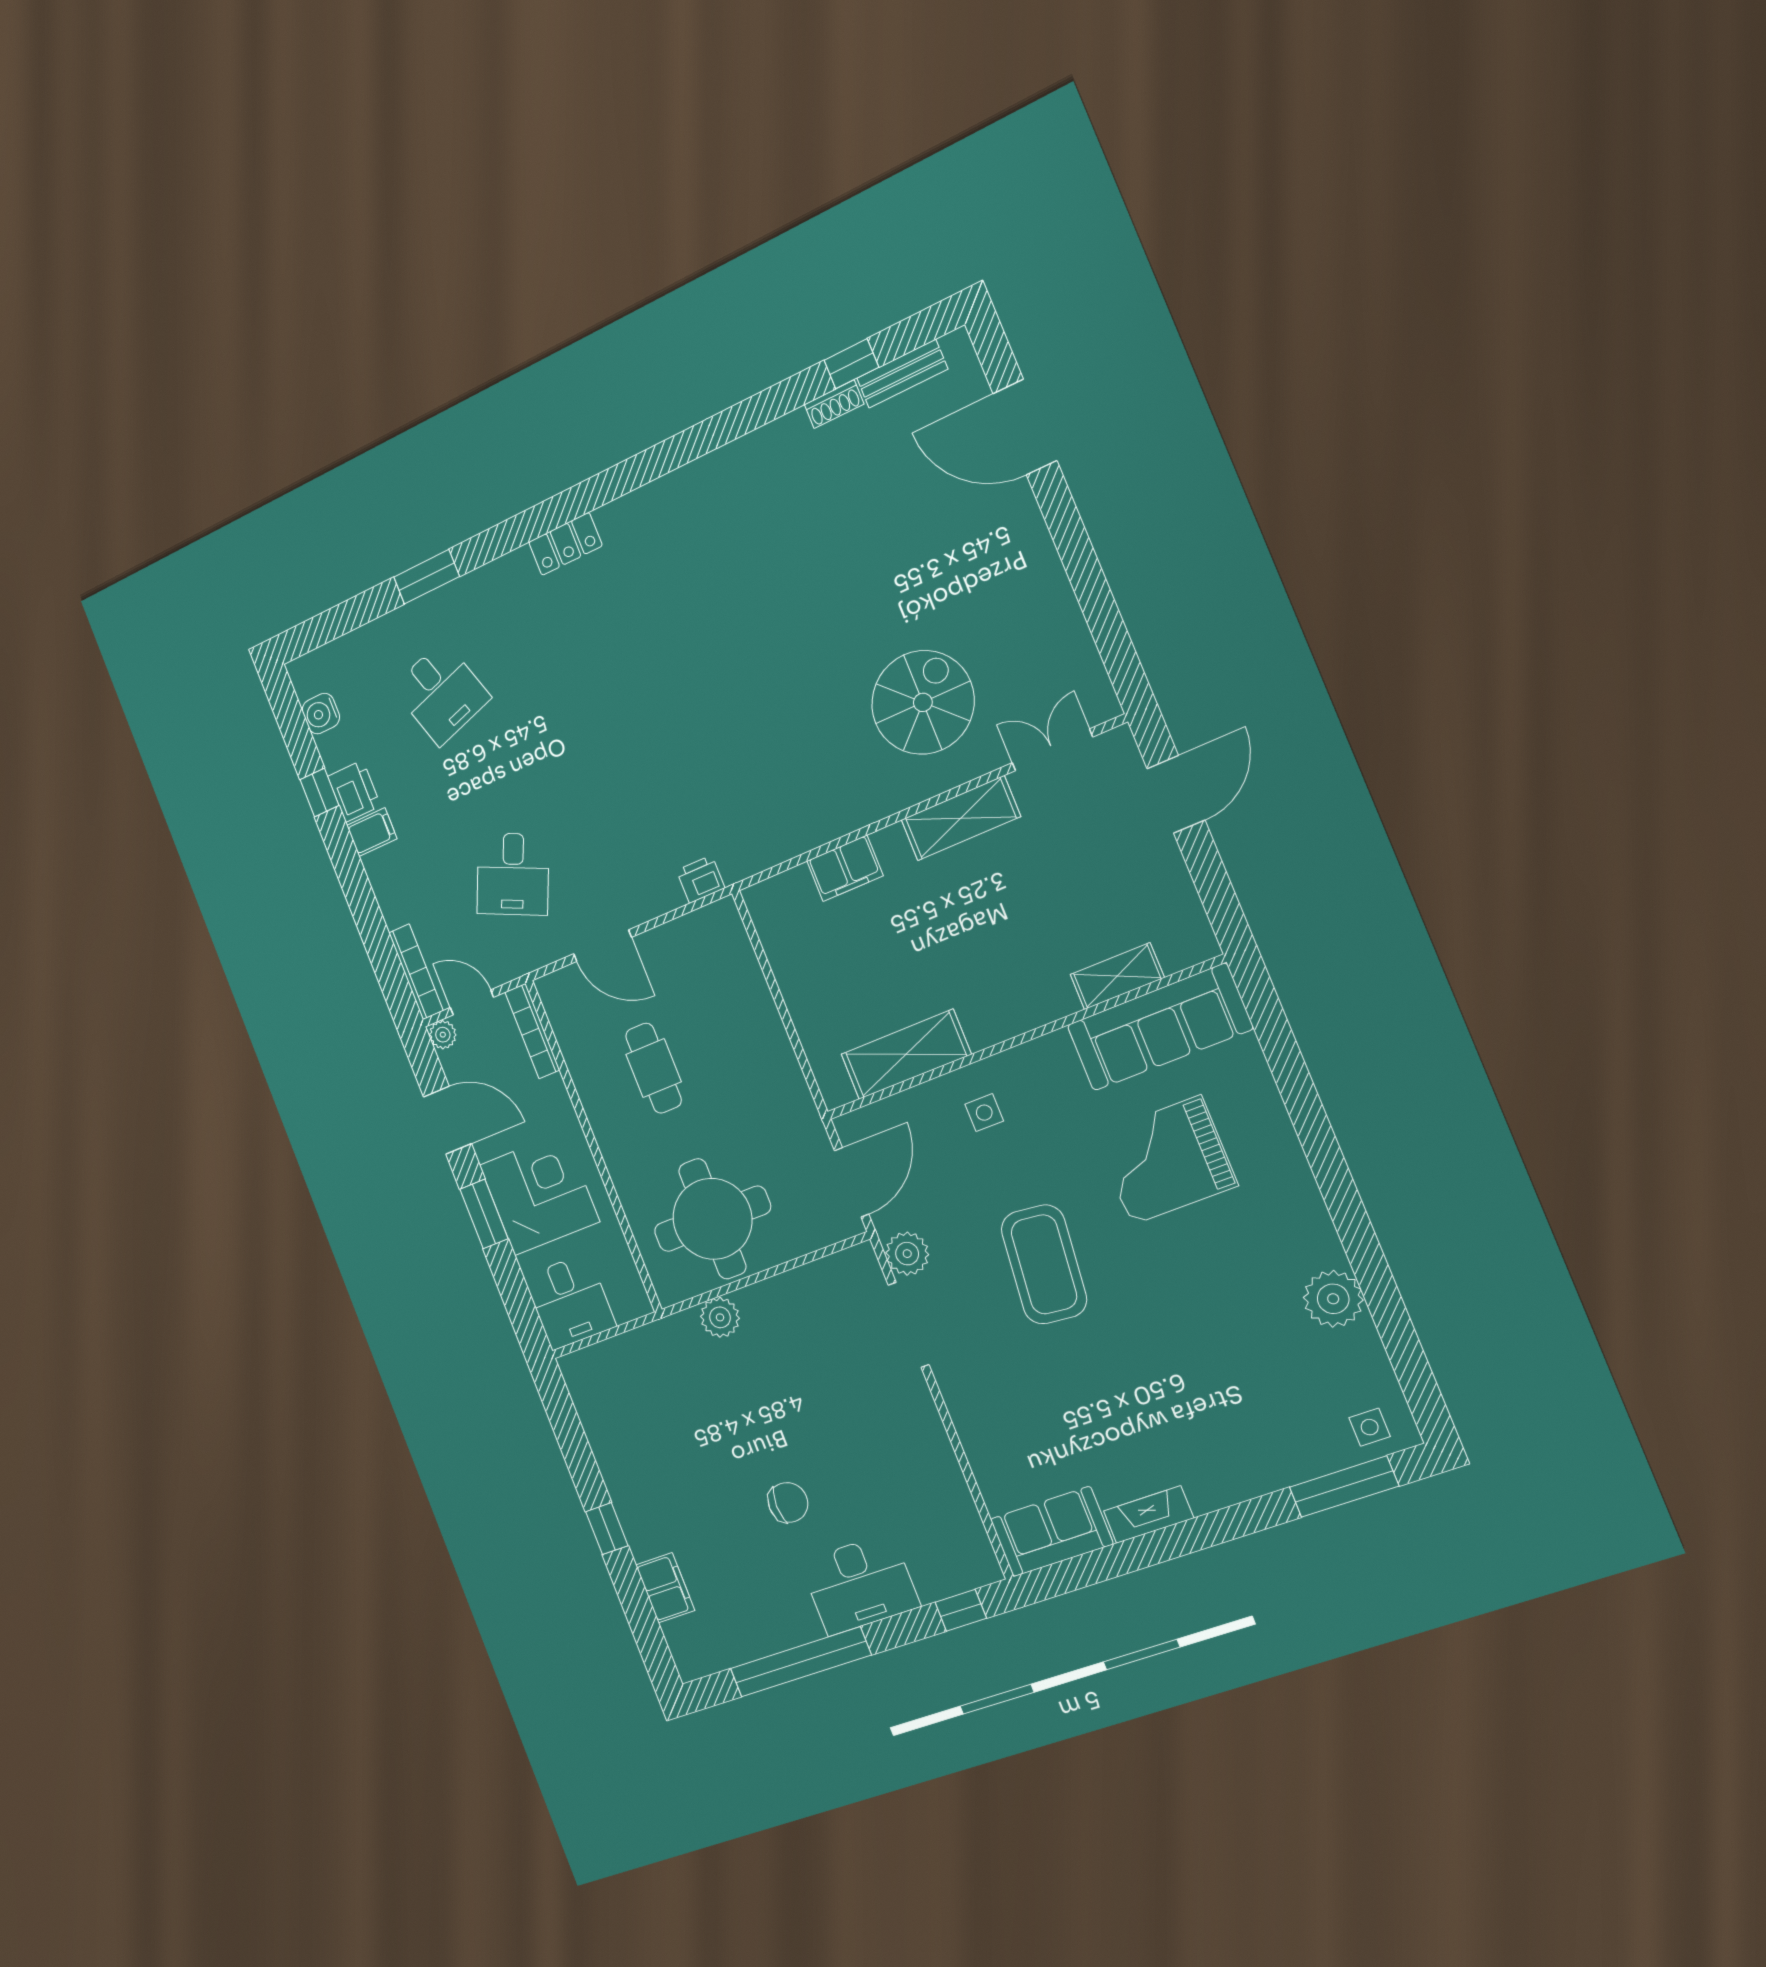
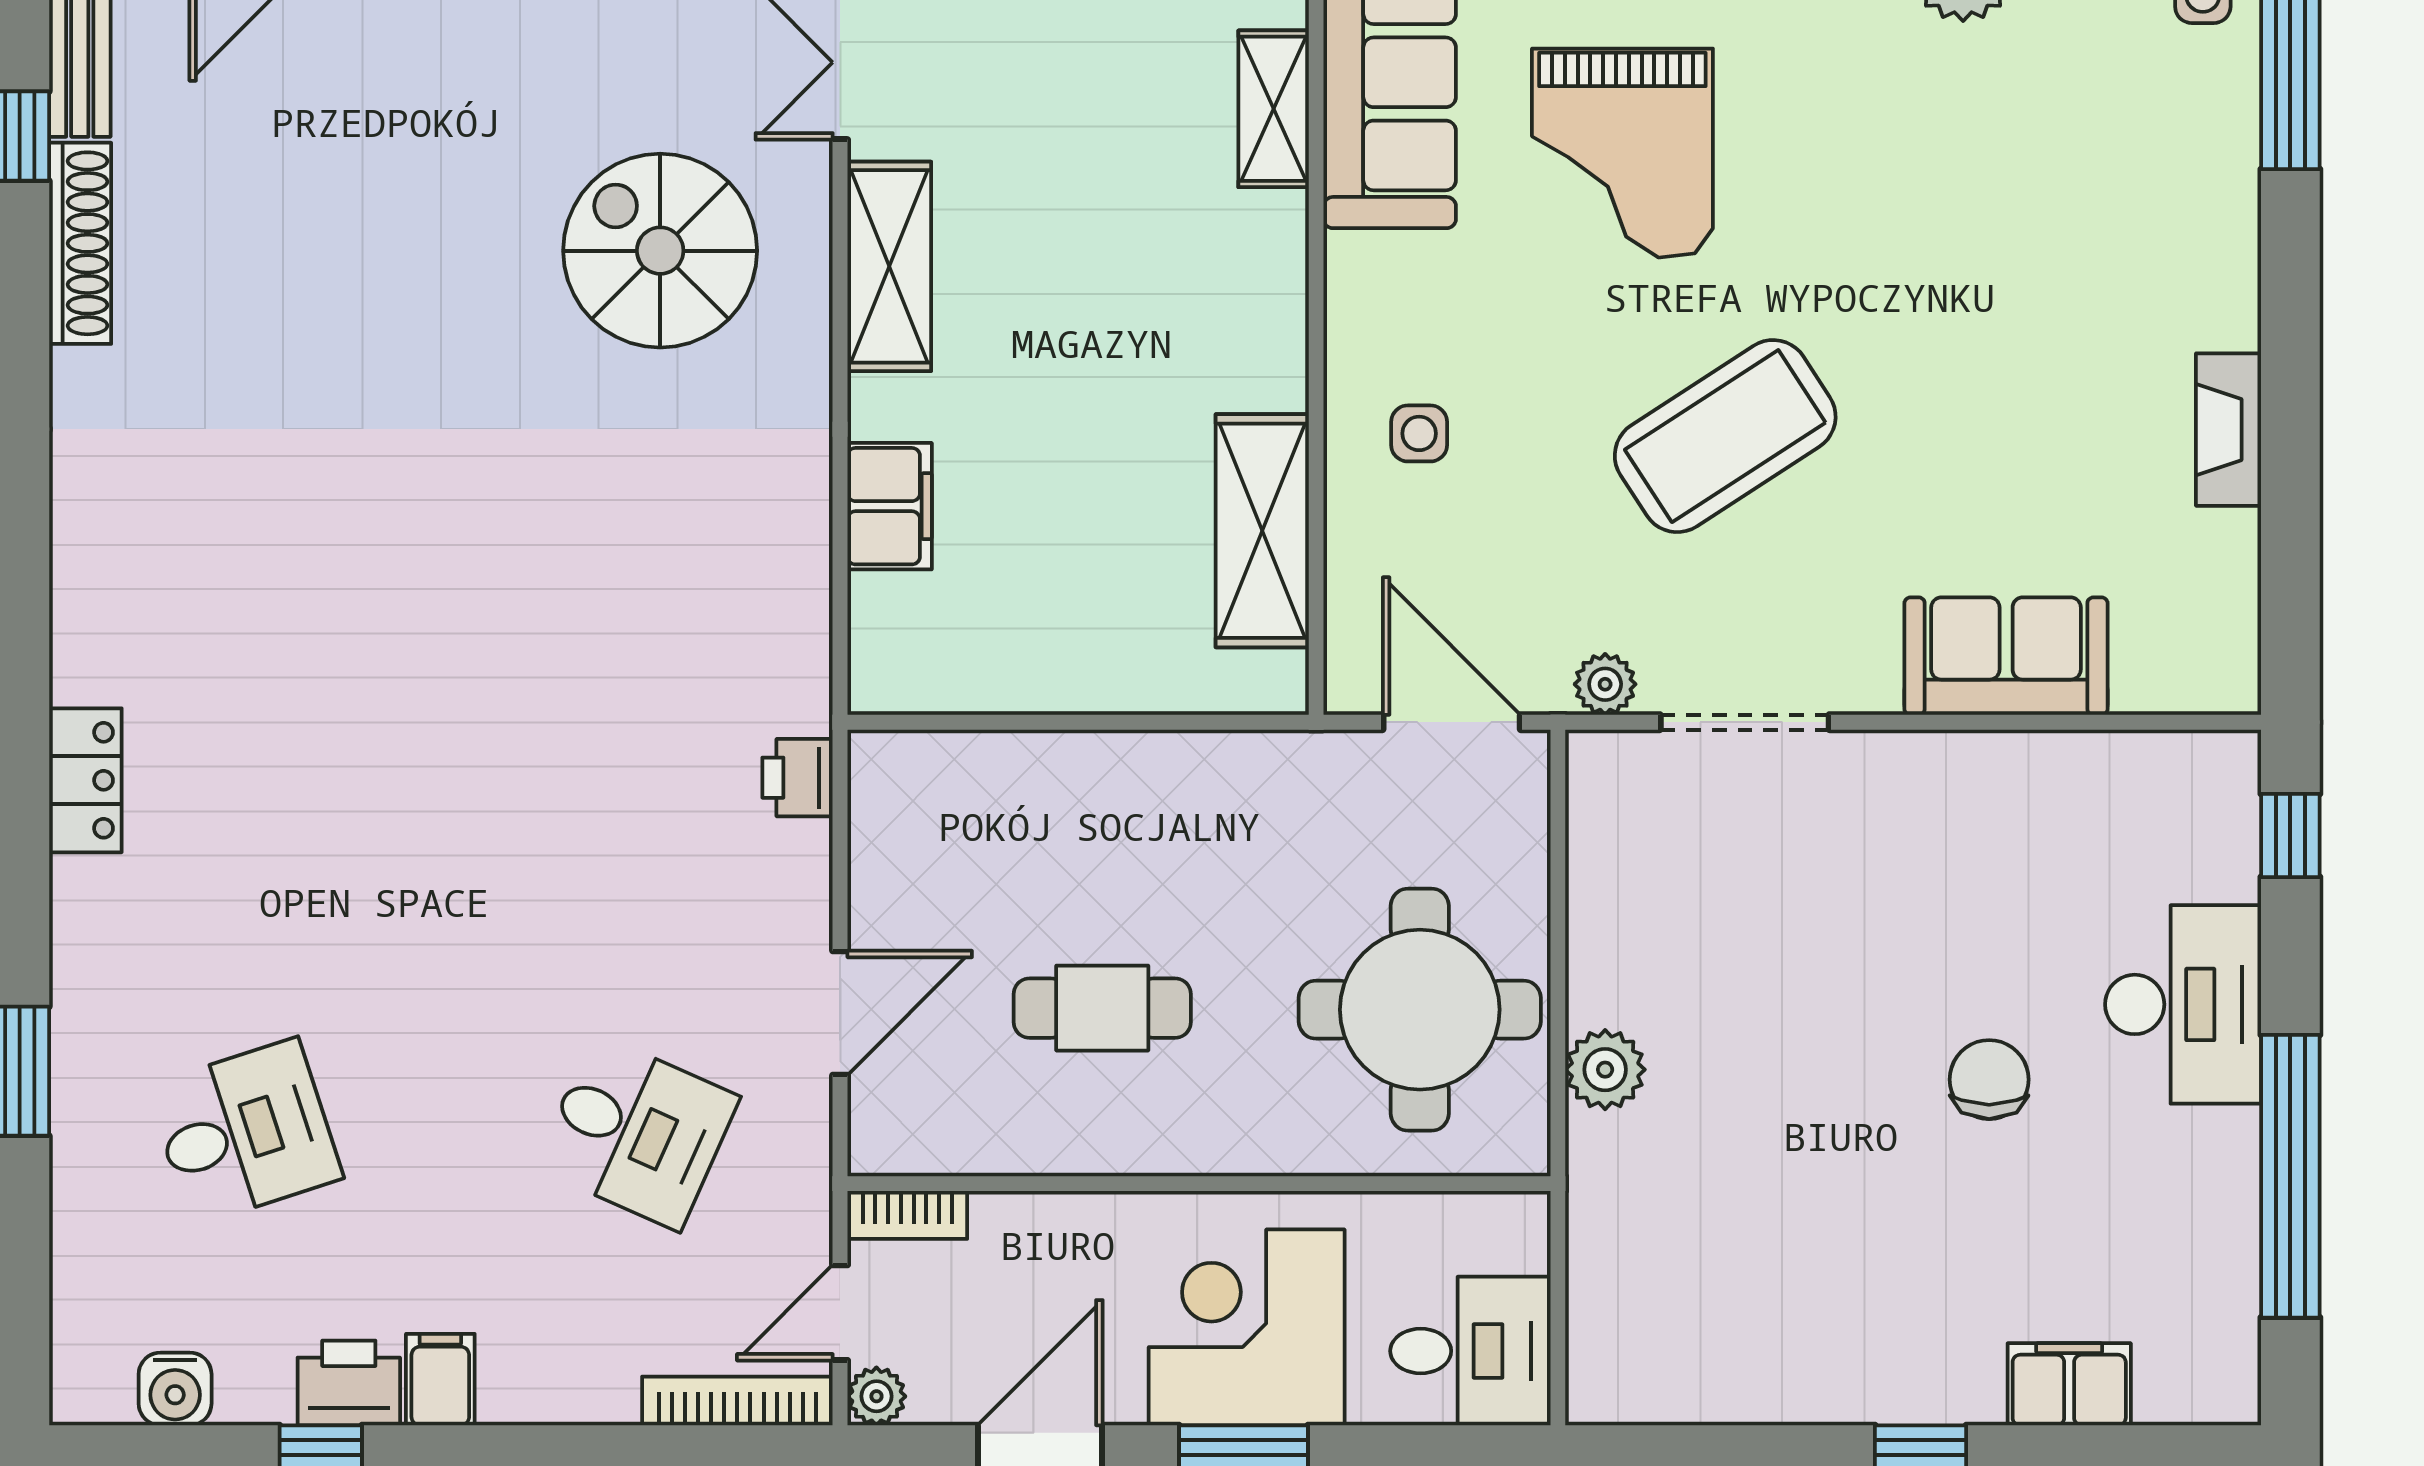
shoe rack: (834, 404) -> (80, 243), width x1.94, depth x1.24
bookcase: (532, 1031) -> (907, 1215), width x0.64
plant: (907, 1254) -> (1605, 684), width x0.73, depth x0.73
coffee table: (1044, 1264) -> (1725, 436), turned -39
sofa: (1052, 1532) -> (2006, 656), moved, turned 90

